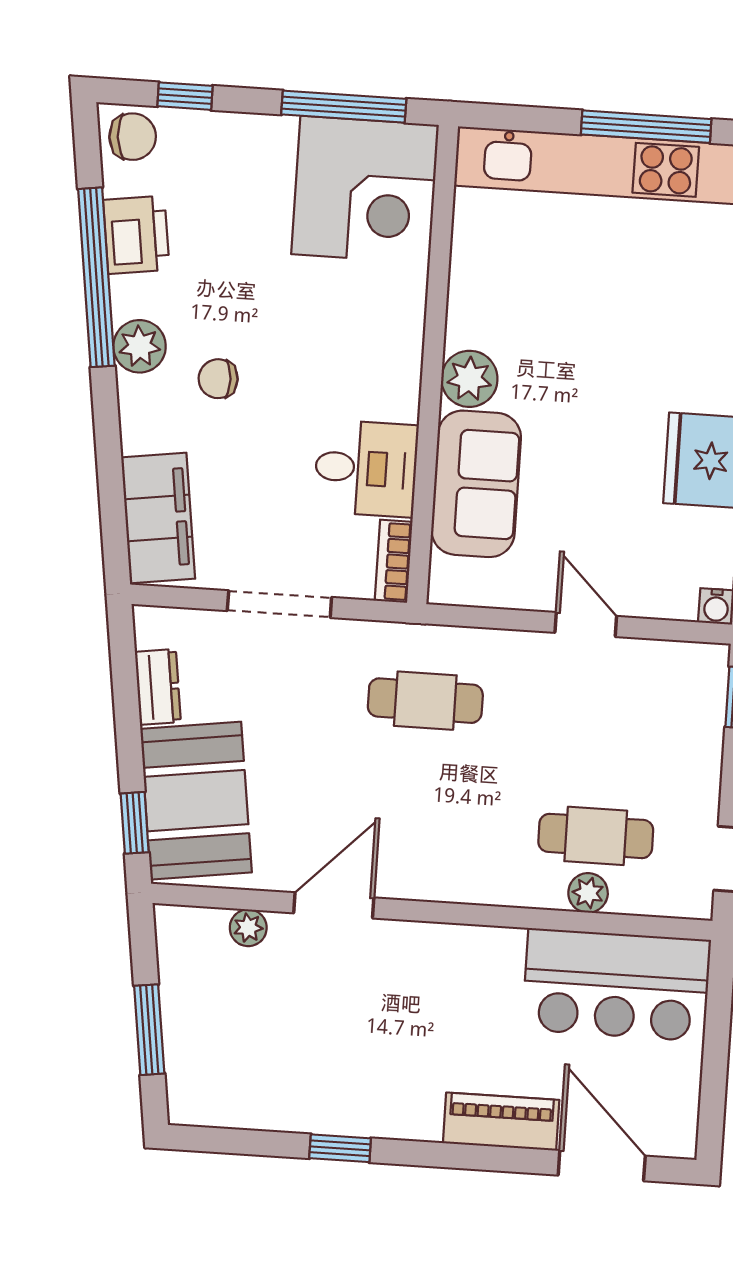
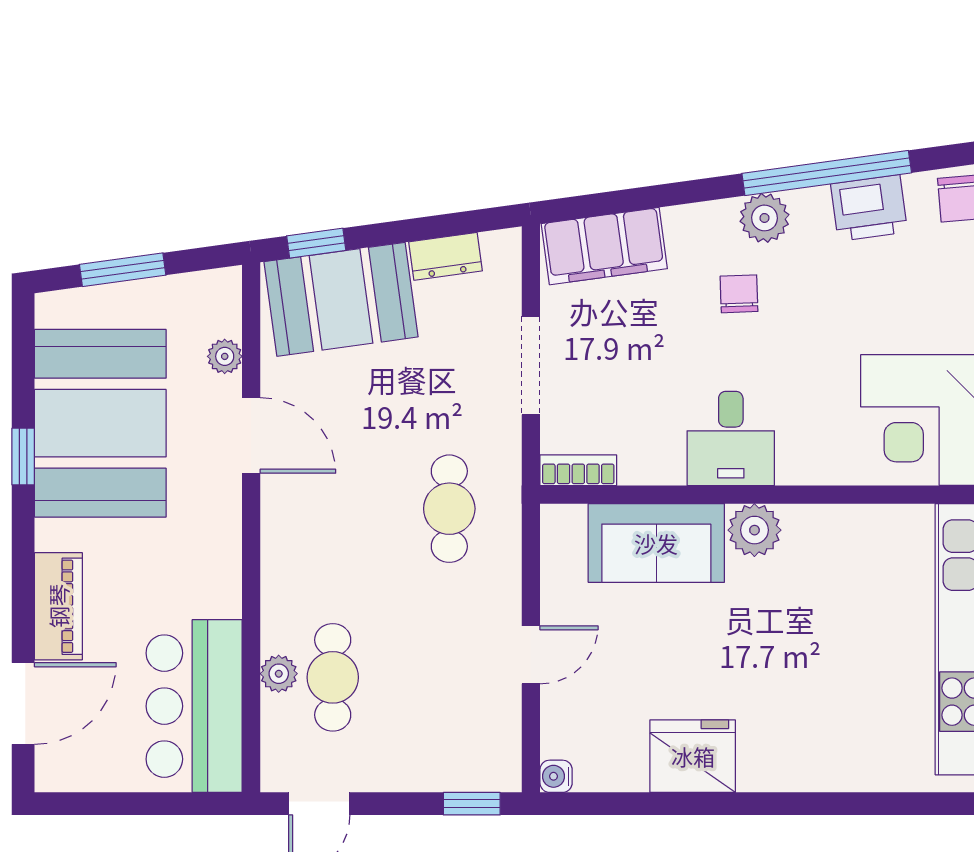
desk: (366, 468) -> (731, 438), moved
booth: (310, 1064) -> (100, 423), added

